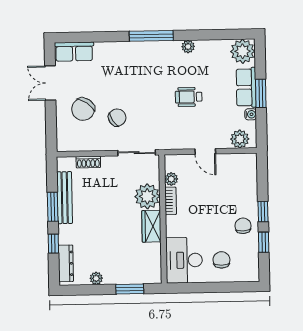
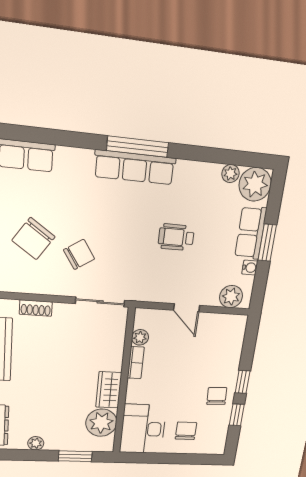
plant: (188, 47) -> (230, 174), moved
row of seats: (151, 50) -> (135, 167), added
plant: (147, 196) -> (101, 423), moved

